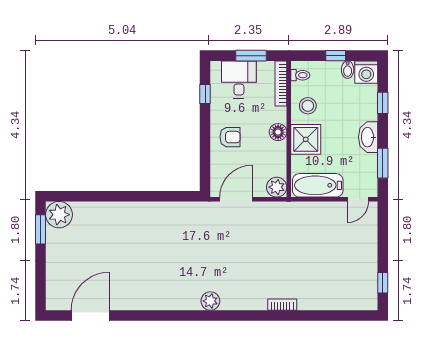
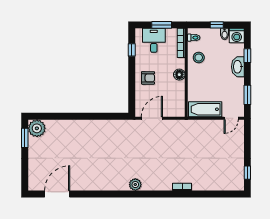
washbasin: (368, 137) -> (238, 67), moved
shower: (306, 139) -> (197, 79), removed
plant: (277, 187) -> (178, 110), removed

